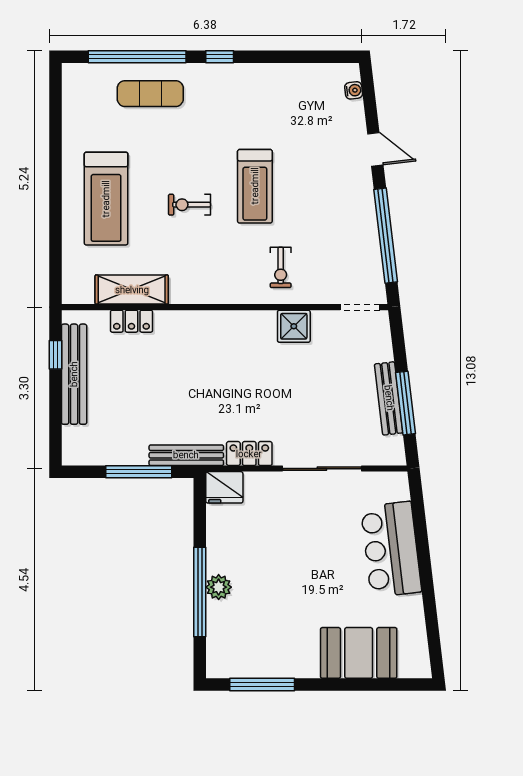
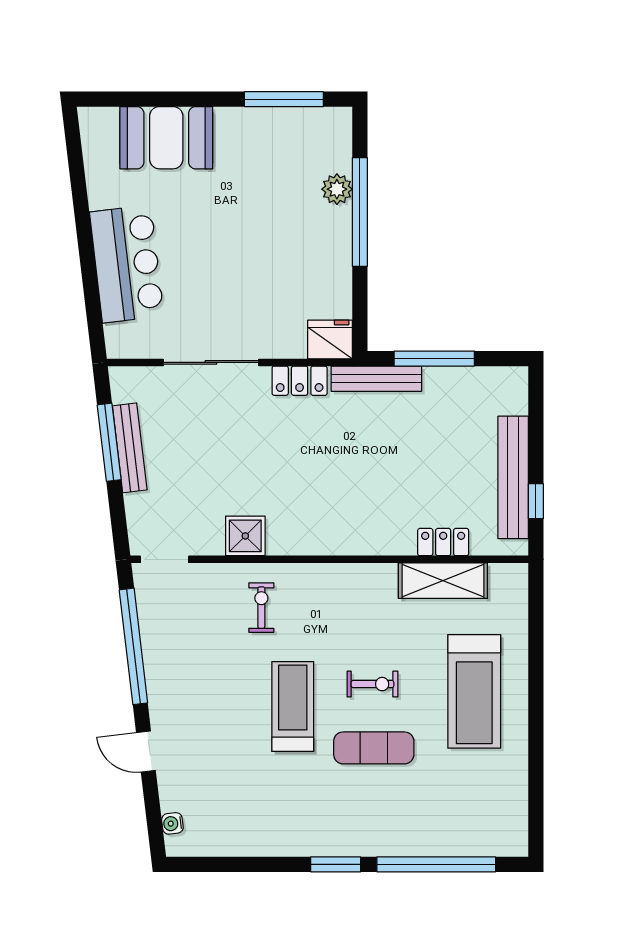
window: (220, 57) -> (336, 864), width x1.50
exercise mat: (150, 94) -> (374, 748), moved
treadmill: (106, 199) -> (474, 691), turned 180
plant: (219, 587) -> (337, 189), moved

